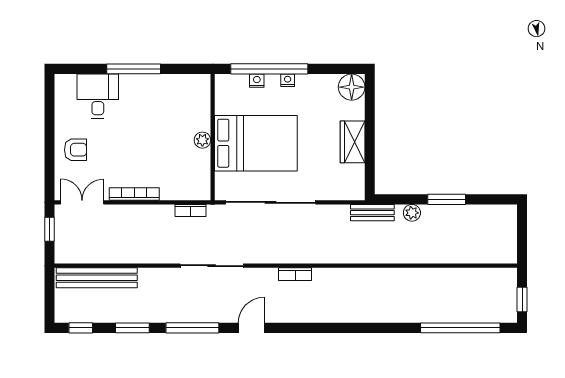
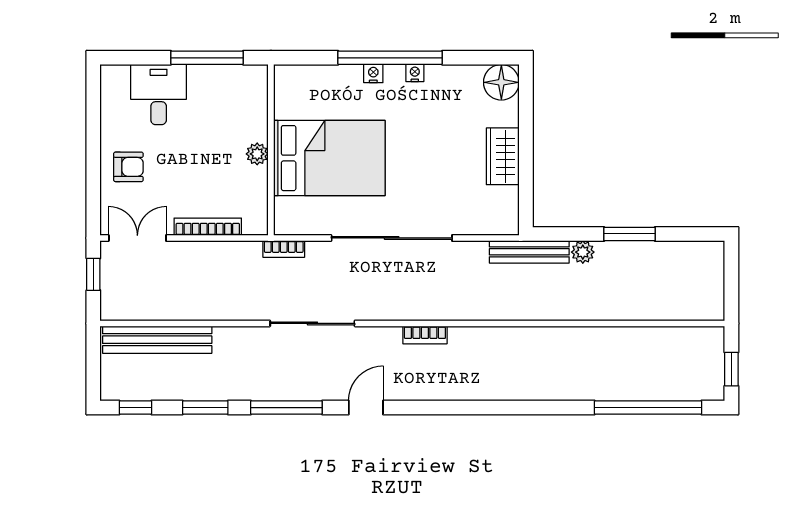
wall: (213, 137) -> (271, 150), moved
plant: (202, 140) -> (257, 154), moved
bed: (256, 143) -> (329, 158), moved
bench: (372, 213) -> (529, 252), width x1.36

